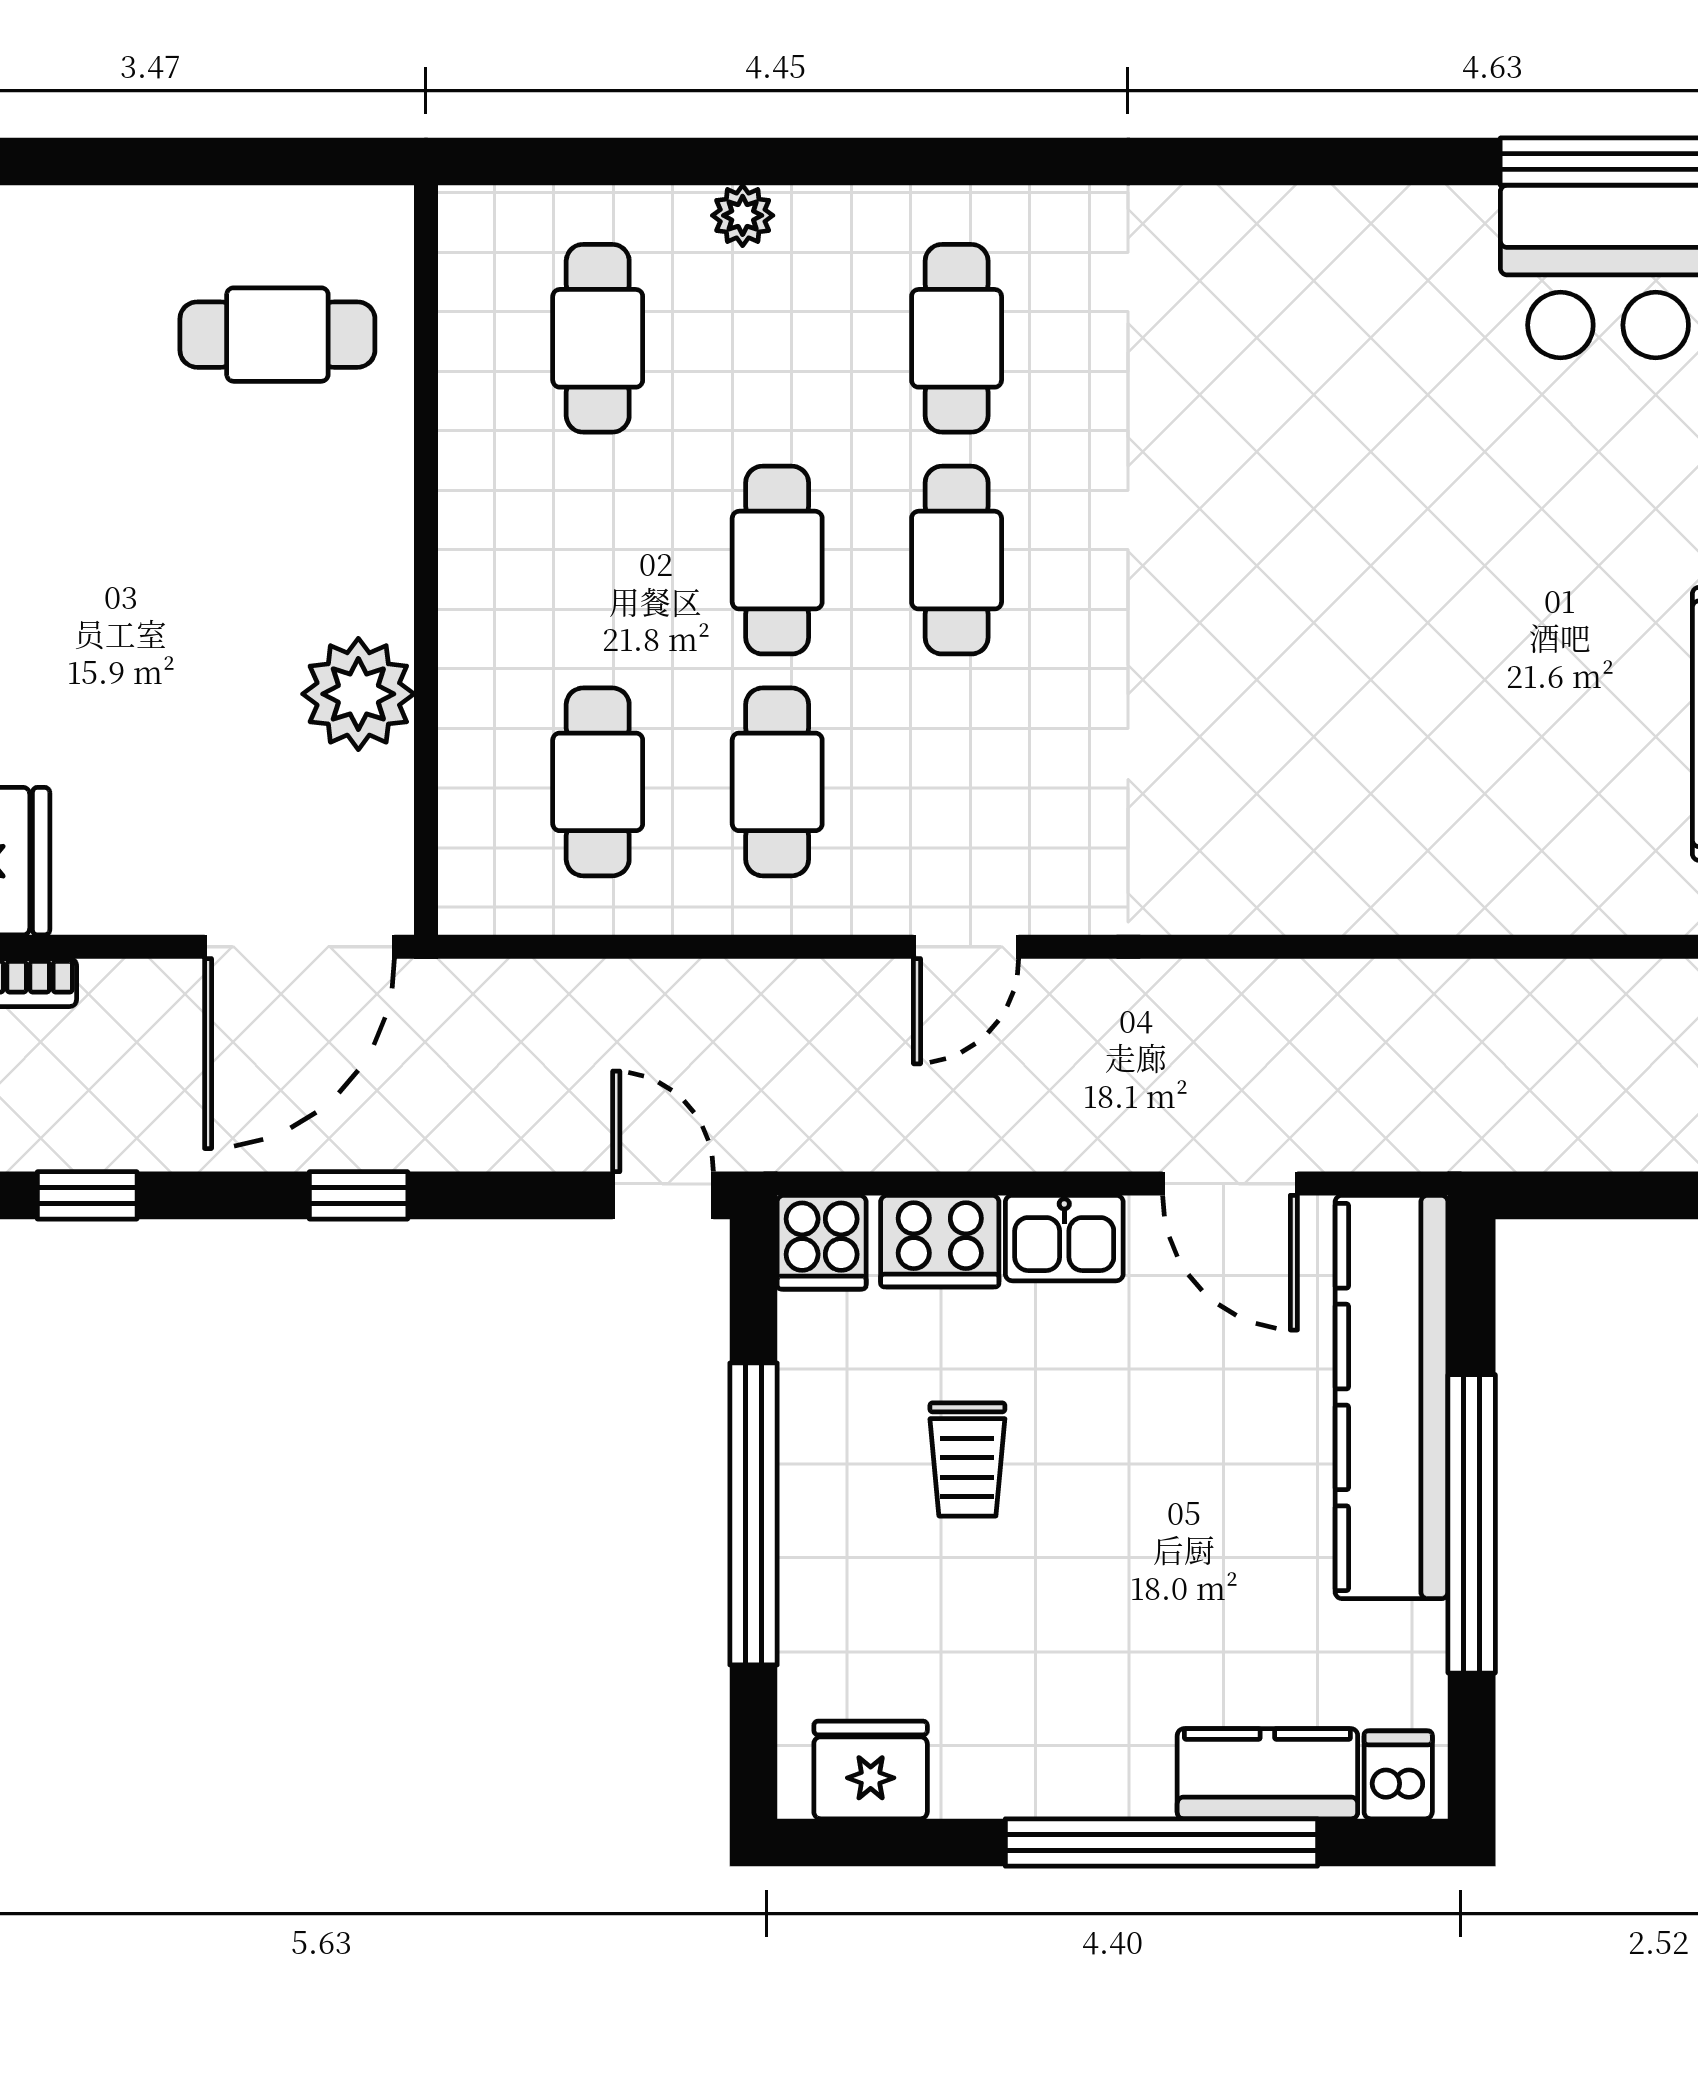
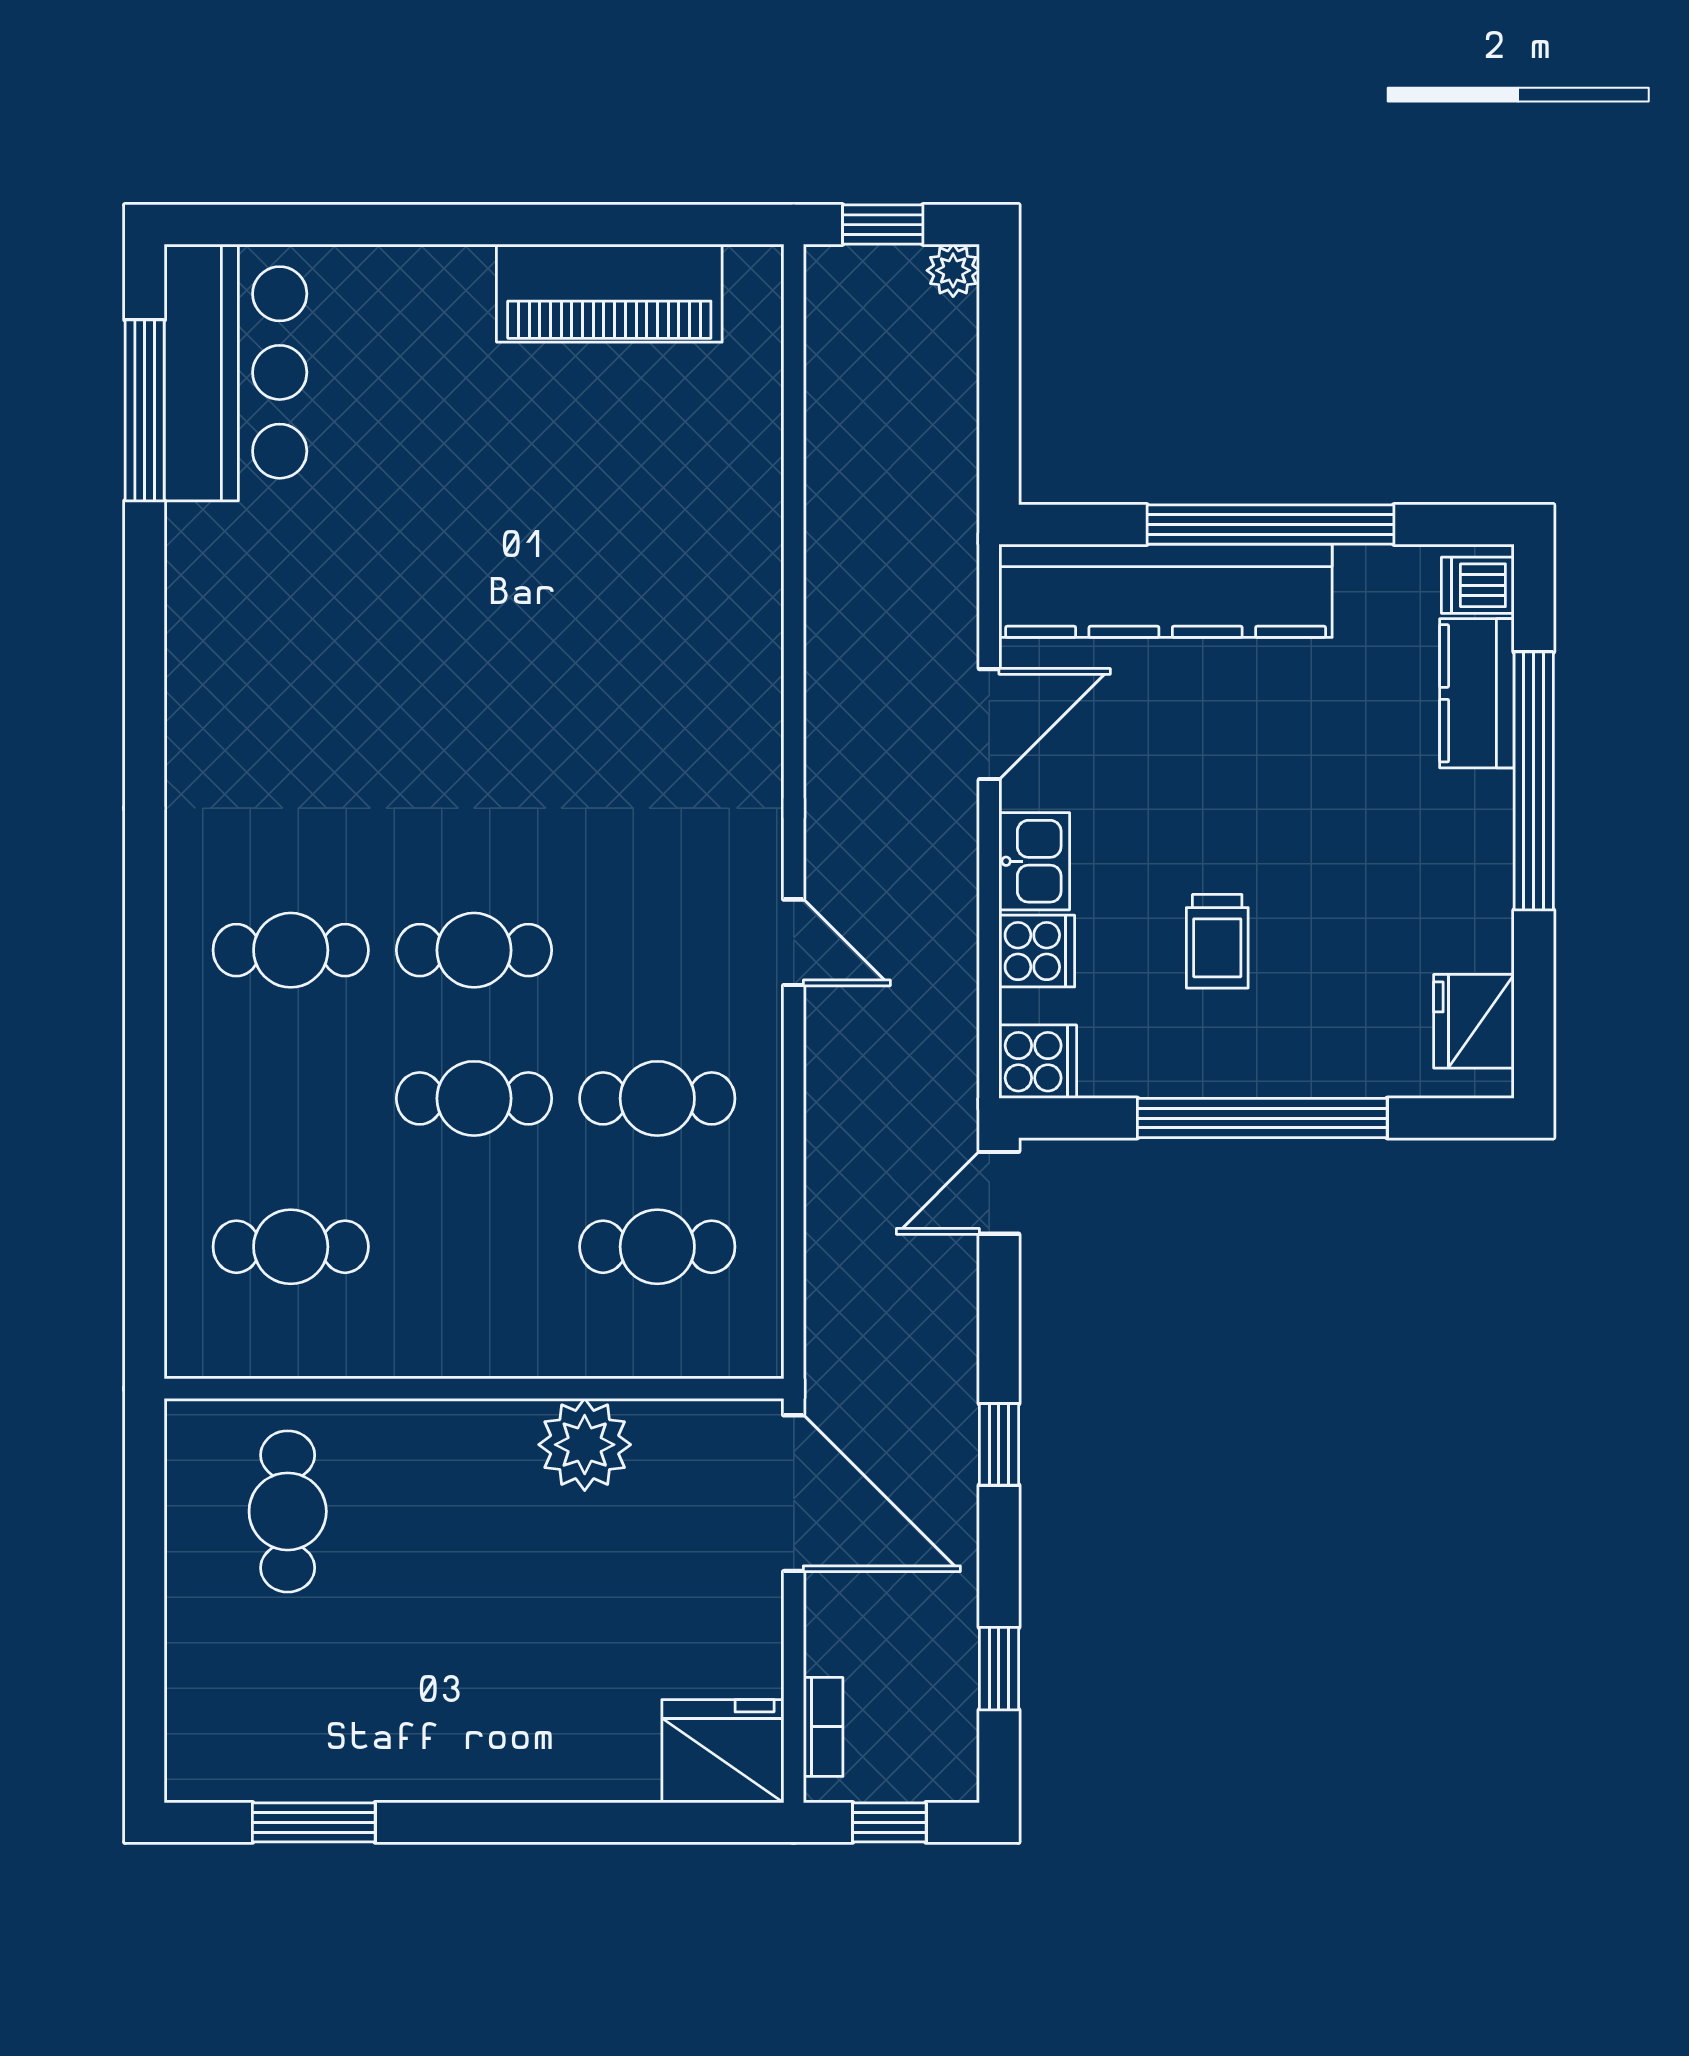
plant: (743, 215) -> (189, 1127), removed
cooker: (940, 1241) -> (1037, 951), width x0.73
trolley: (967, 1459) -> (1217, 941), turned 90

